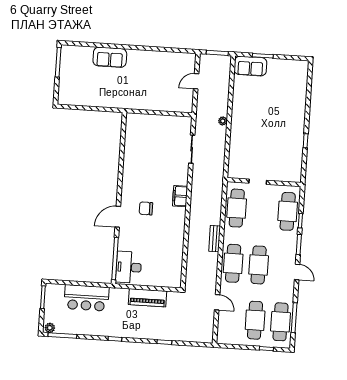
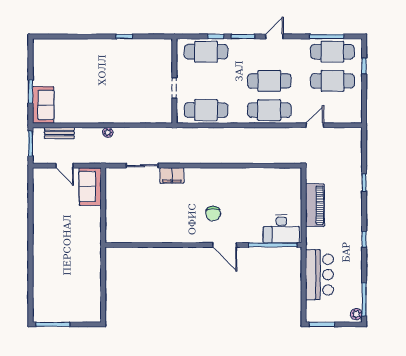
sofa: (110, 57) -> (90, 187), moved, turned 180
filing cabinet: (180, 196) -> (172, 176), moved
bench: (215, 239) -> (59, 133), moved

